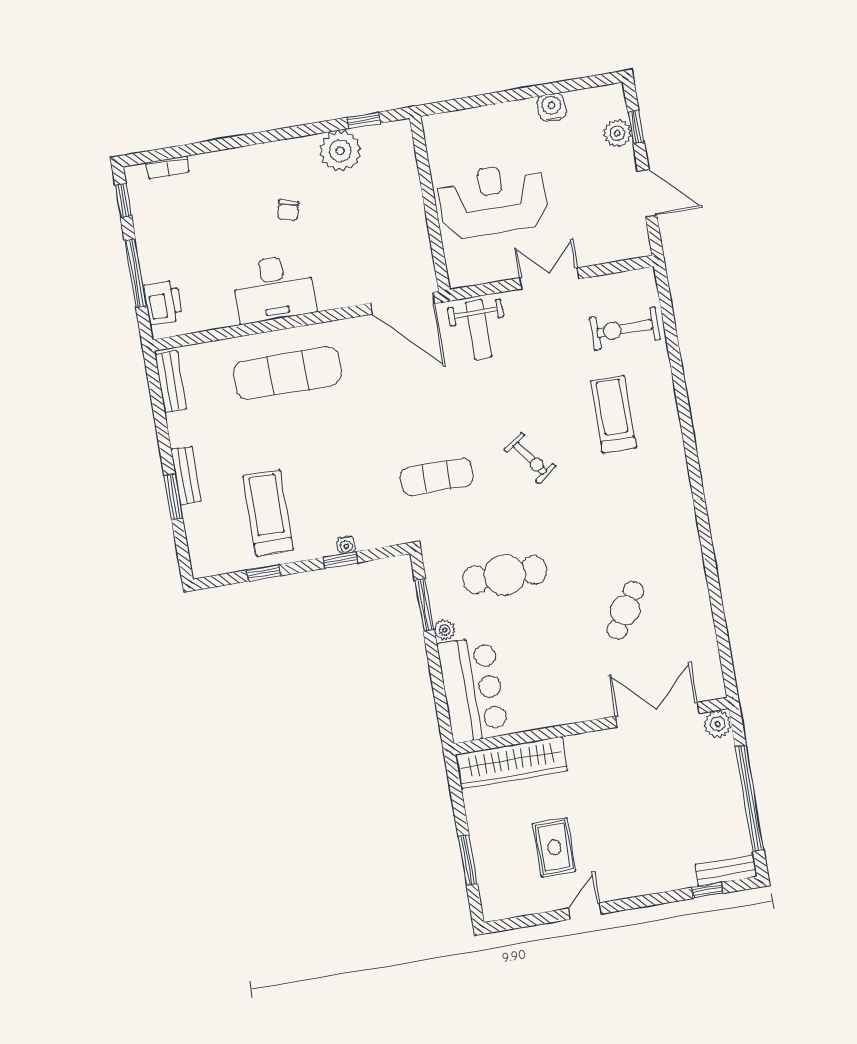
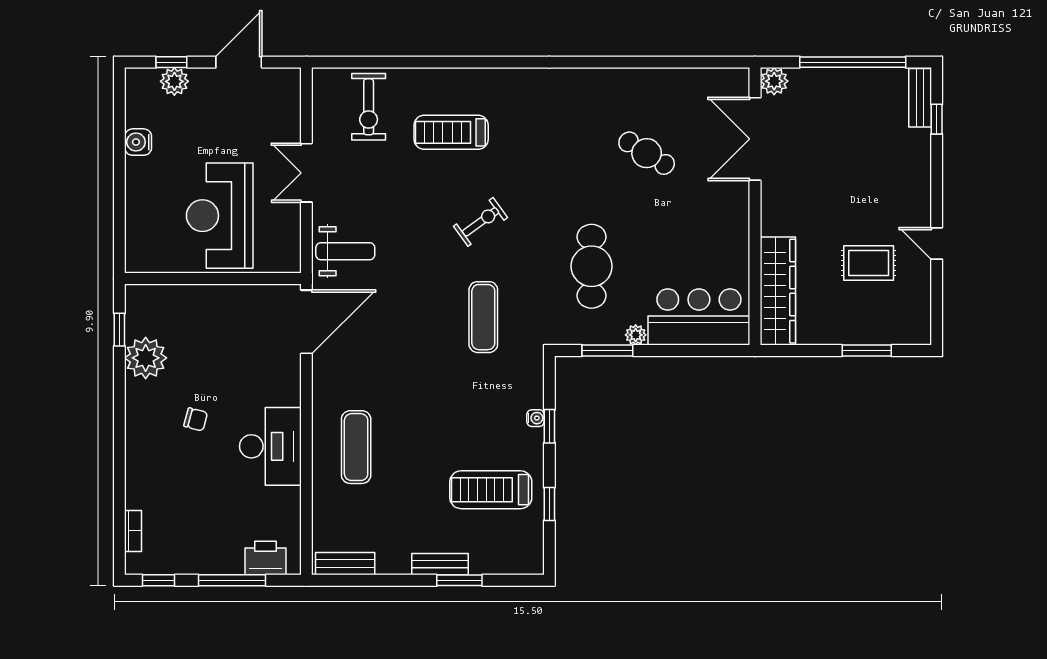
exercise mat: (287, 373) -> (356, 447), width x0.73, depth x0.69

